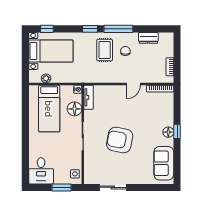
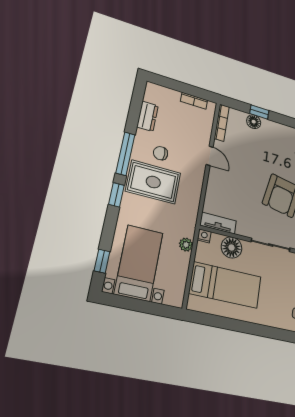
rug: (105, 50) -> (153, 182), width x1.36, depth x1.43
plant: (46, 78) -> (186, 245), moved
window: (177, 131) -> (259, 112), moved
floor lamp: (168, 132) -> (254, 122), moved

